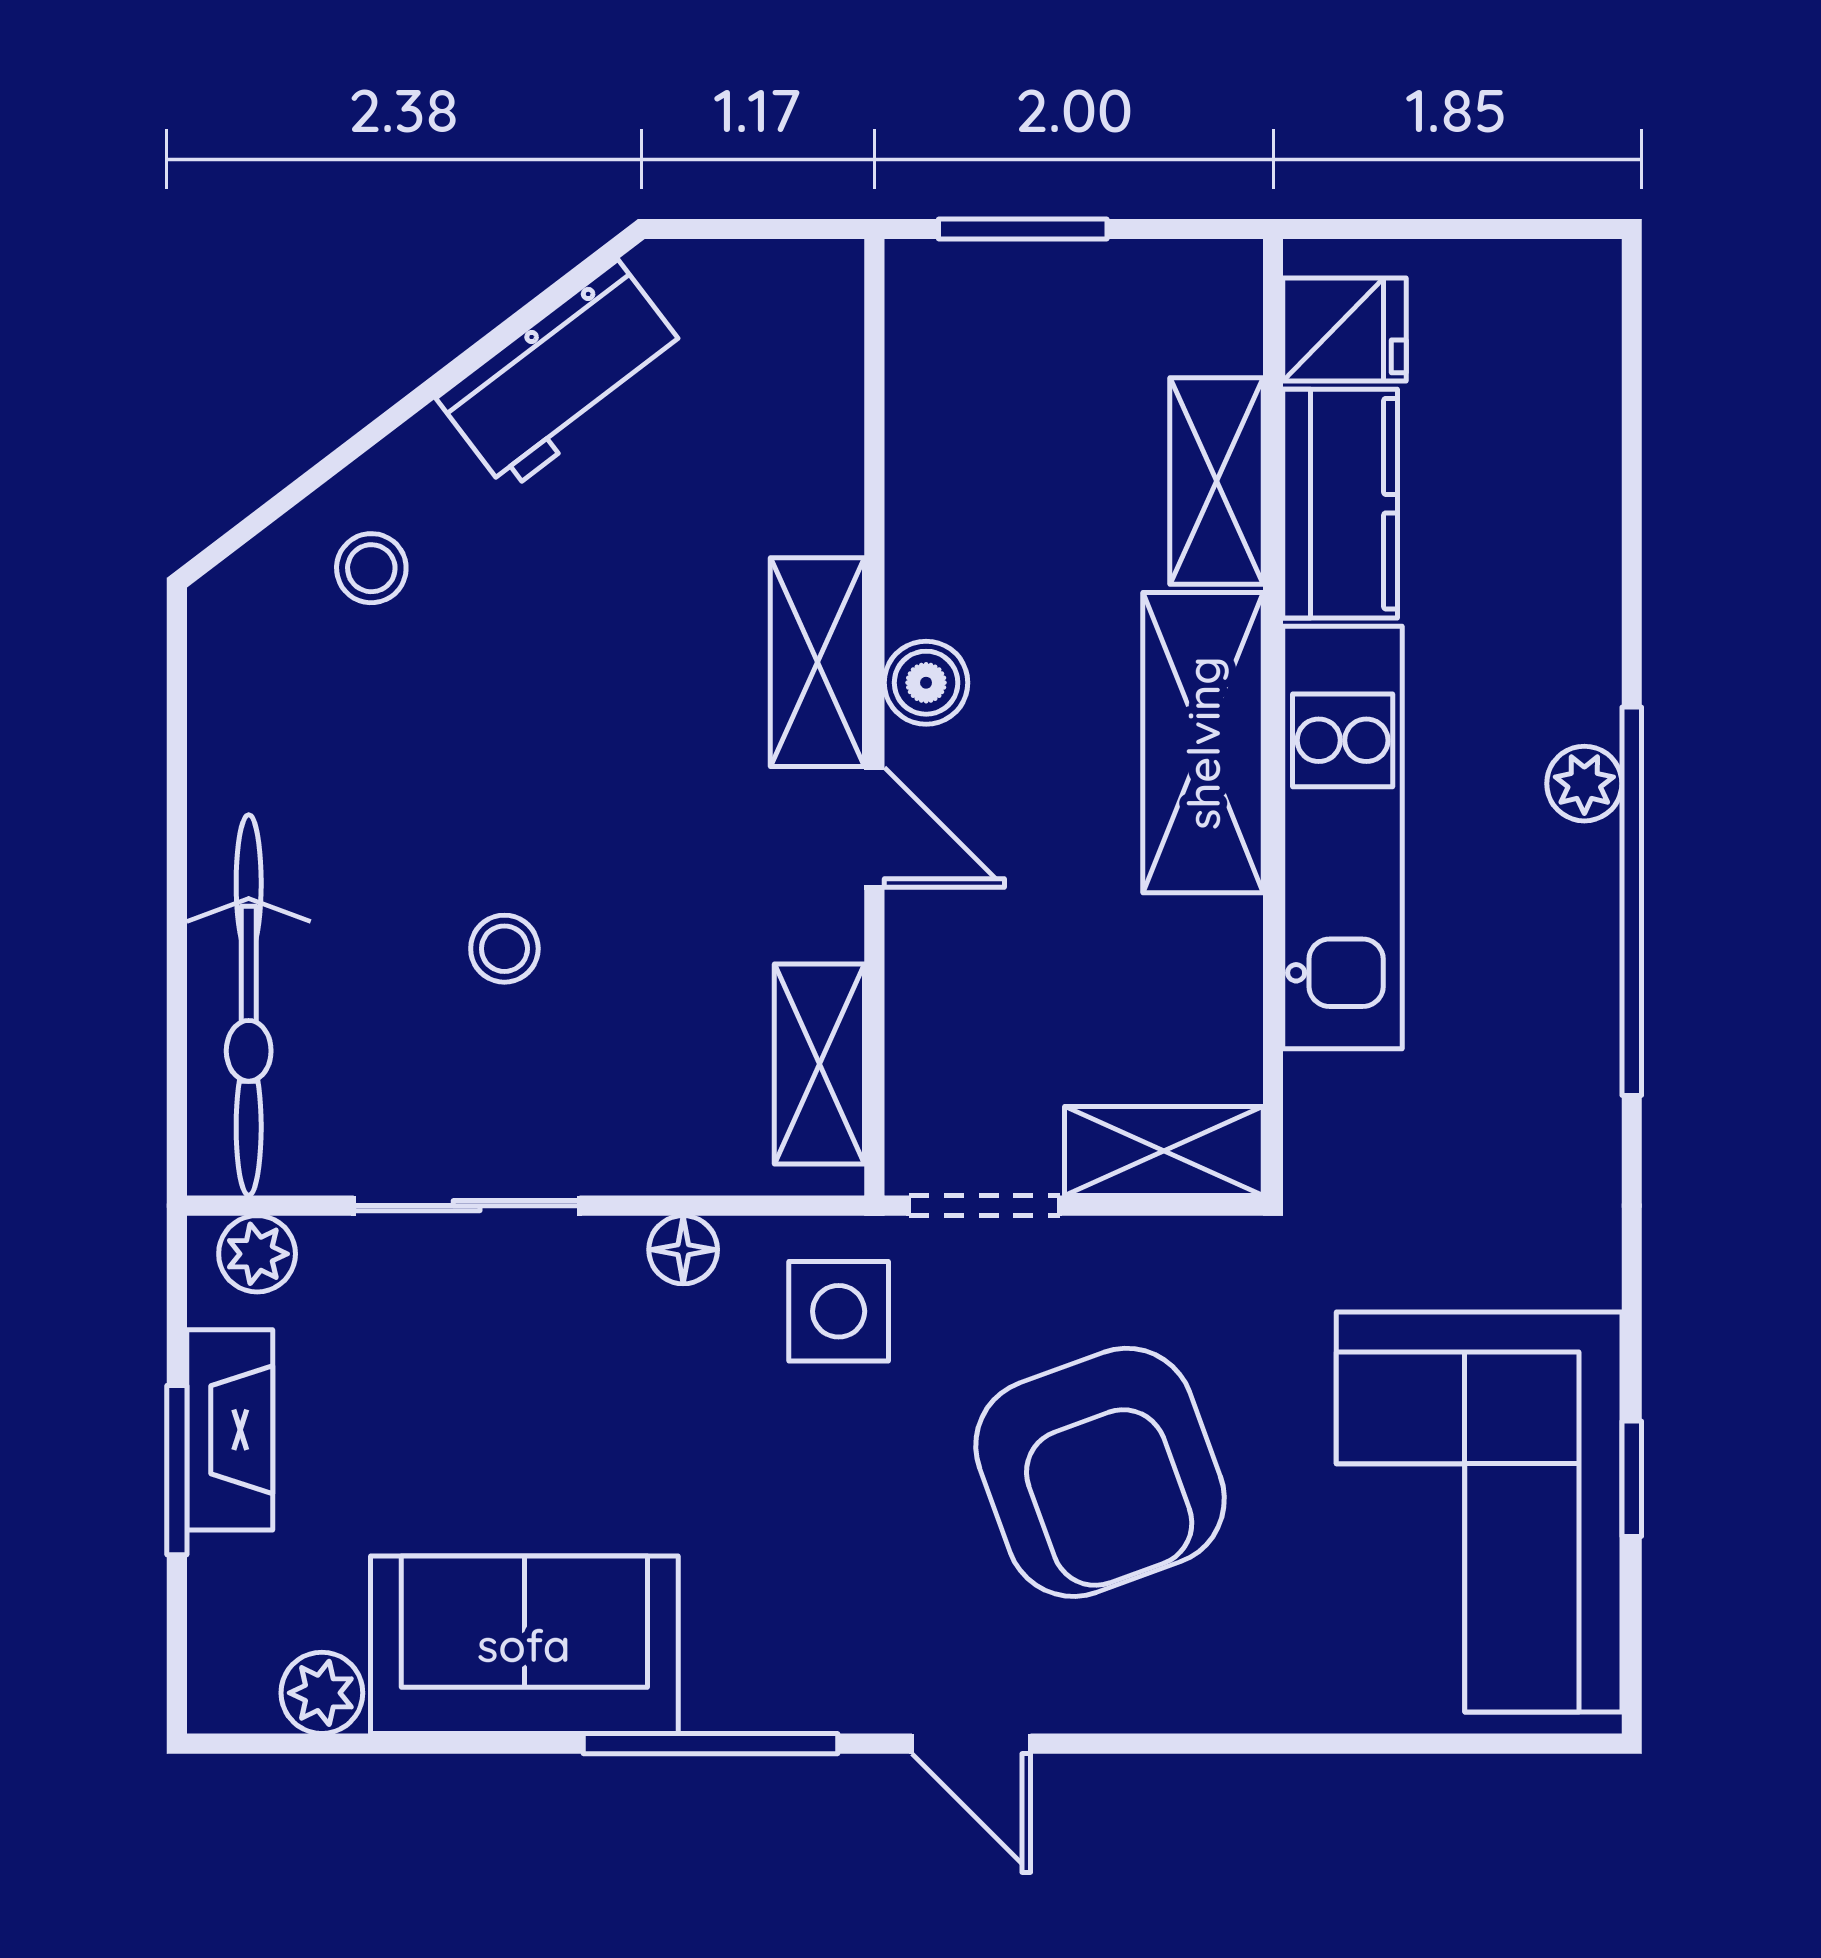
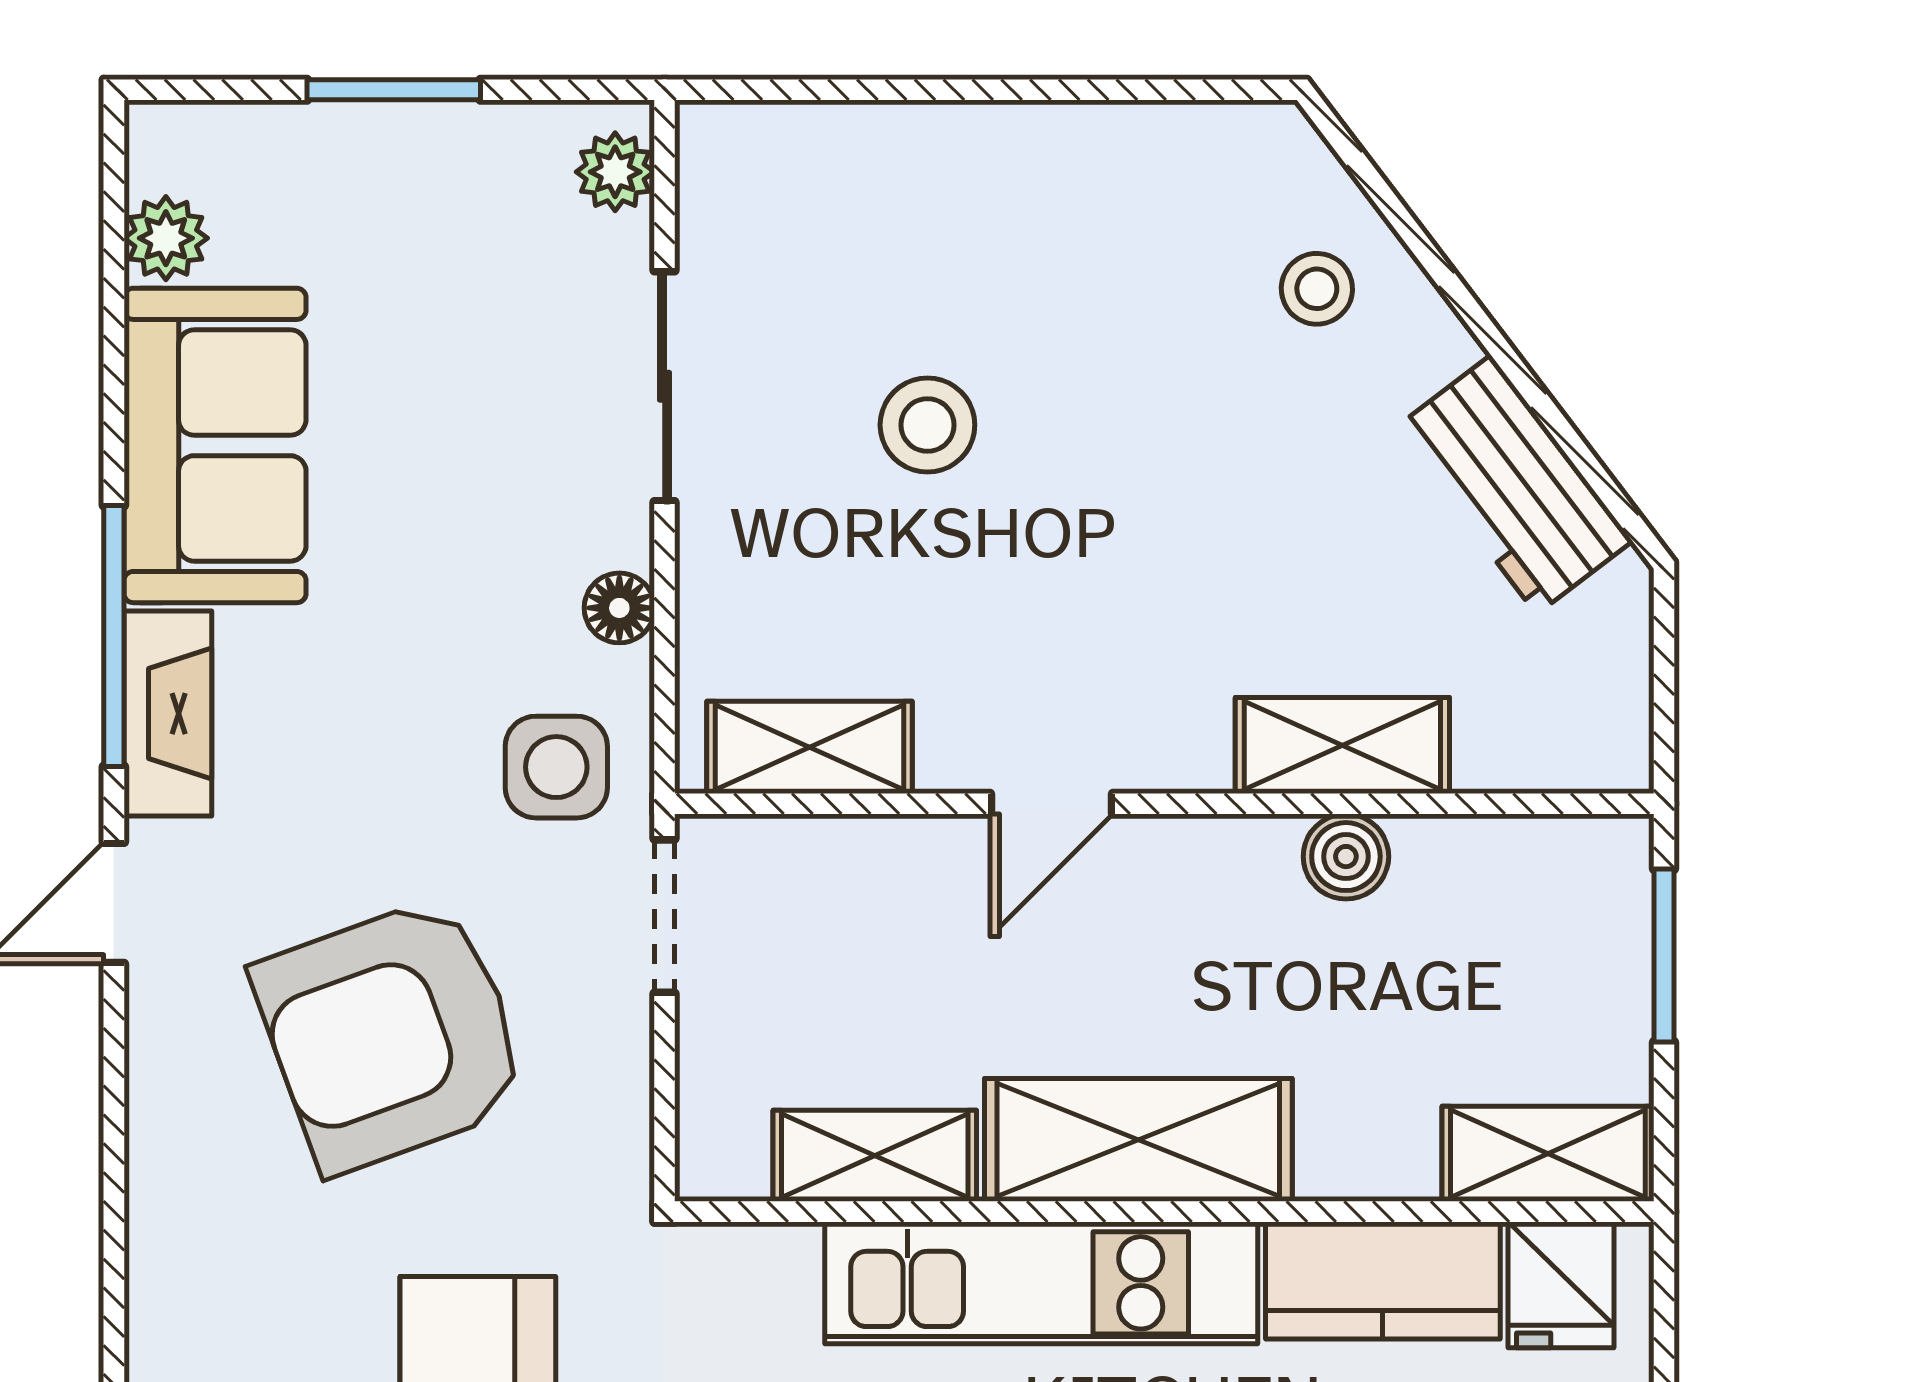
shelving: (1216, 481) -> (1548, 1154), moved
shelving: (817, 662) -> (1342, 745), moved
boiler: (926, 683) -> (1346, 857), moved
stool: (504, 949) -> (927, 425), width x1.37, depth x1.37
bicycle: (249, 1005) -> (870, 163), removed
shelving: (1164, 1151) -> (875, 1156), moved, turned 90
fireplace: (230, 1430) -> (168, 714), moved, turned -90

